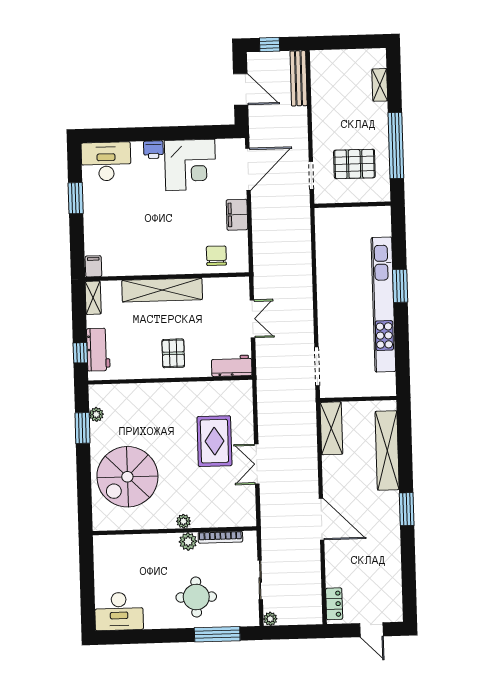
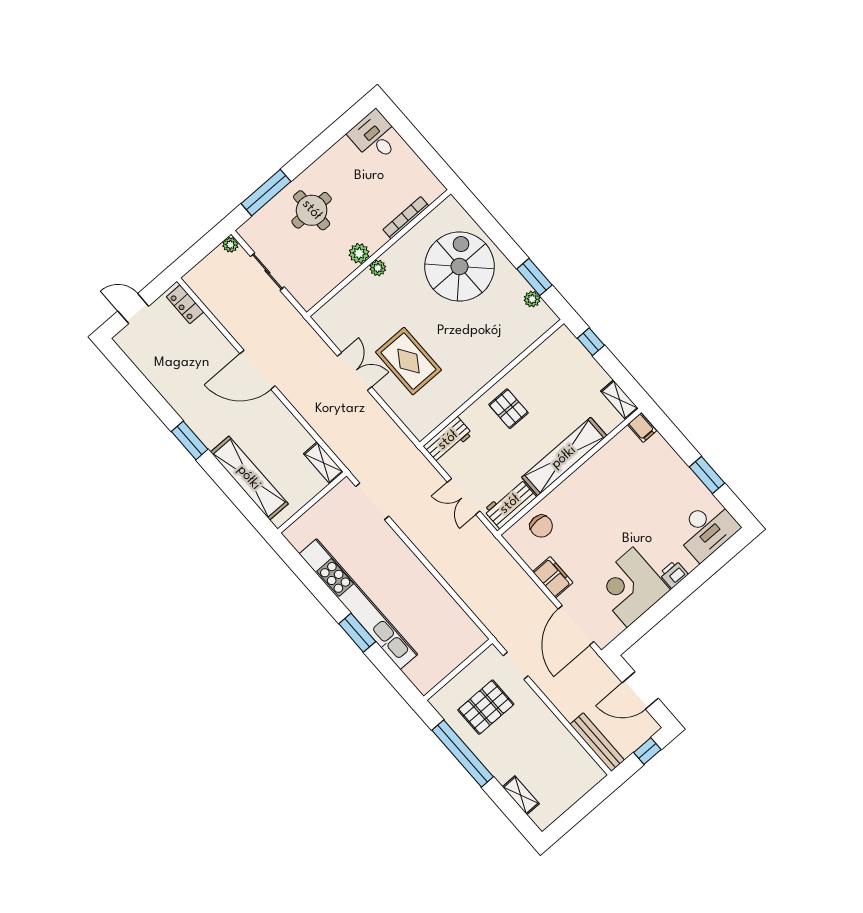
workbench: (98, 350) -> (510, 504), moved, turned 90
shelving: (331, 428) -> (323, 463), width x0.67, depth x0.75
bookcase: (220, 537) -> (406, 218), moved
desk: (119, 611) -> (375, 137), width x0.73

